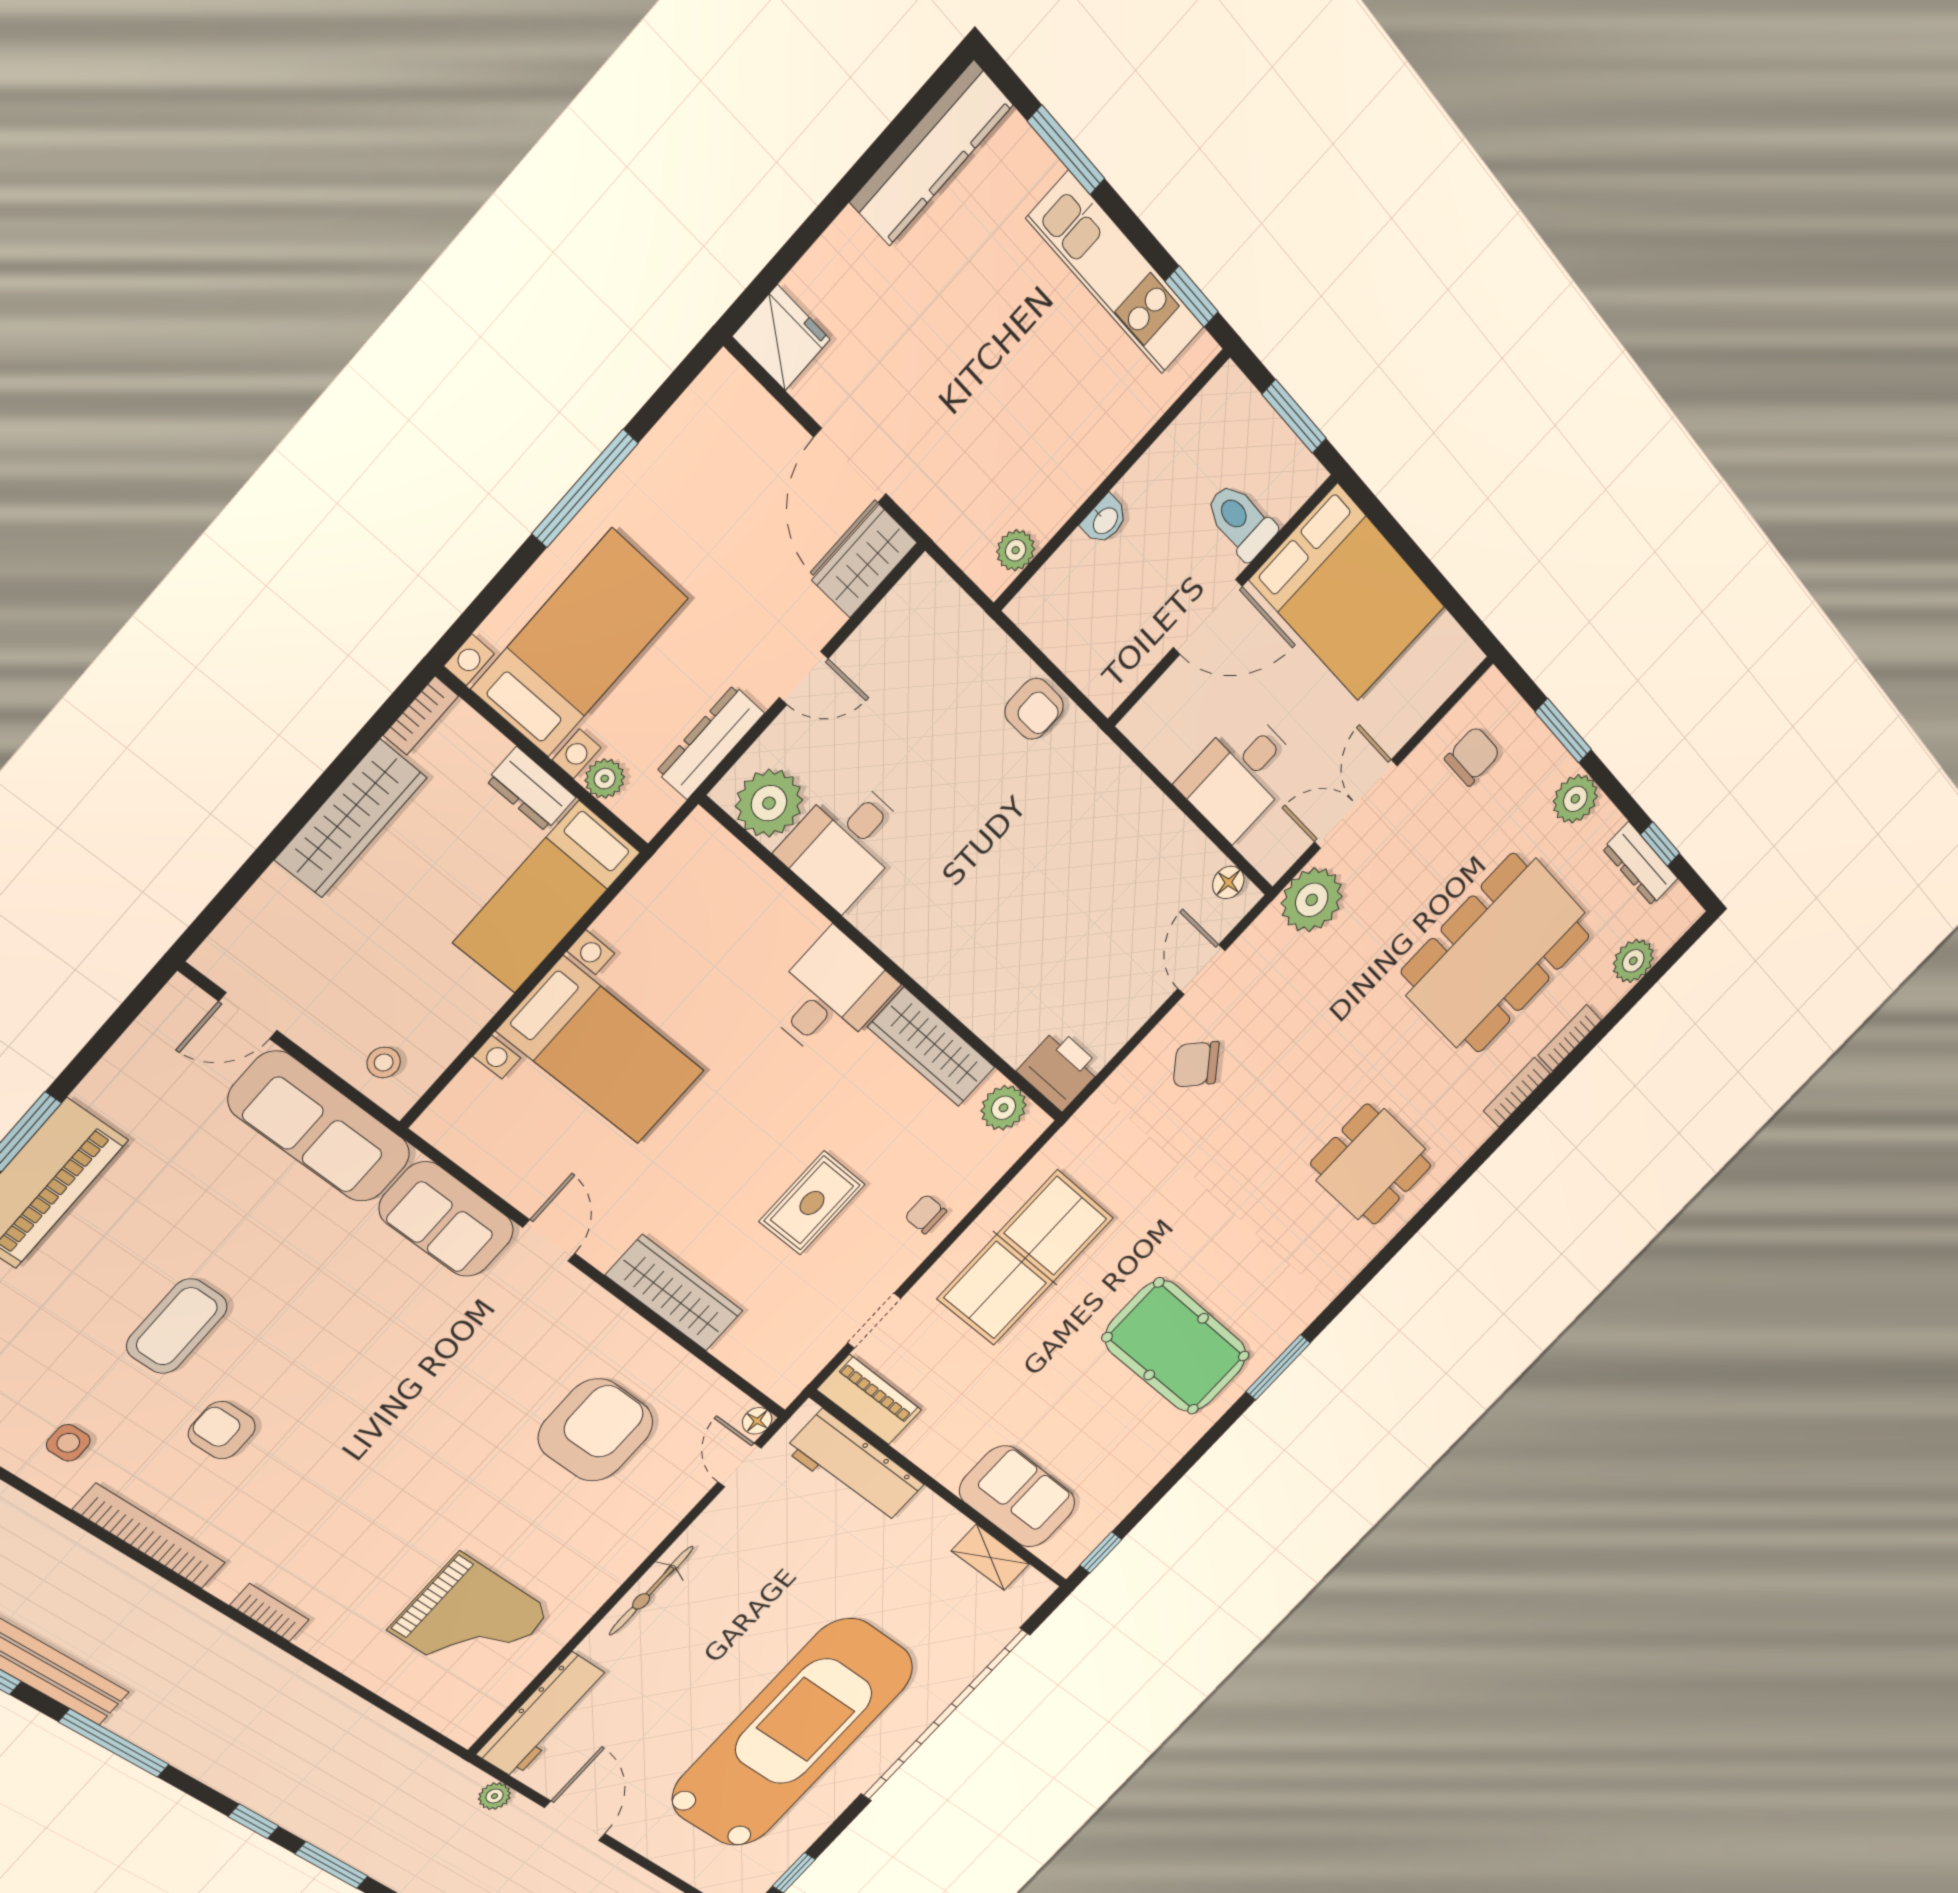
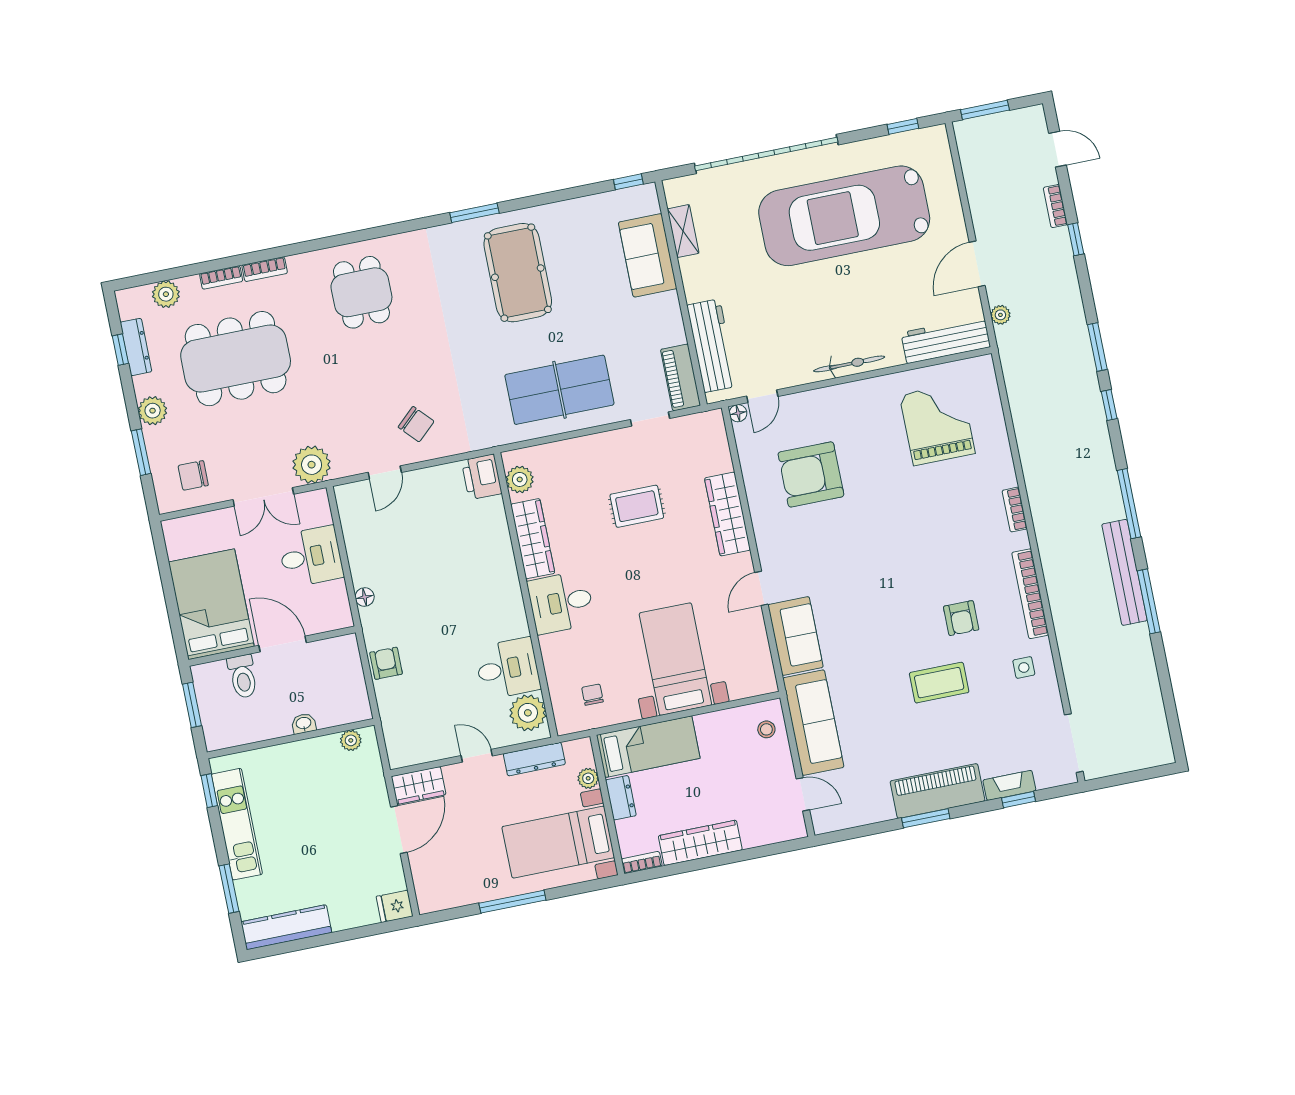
fridge: (781, 338) -> (395, 906), width x0.72
floor lamp: (1228, 882) -> (365, 597), moved
chair: (926, 1214) -> (592, 695), moved, turned 180

